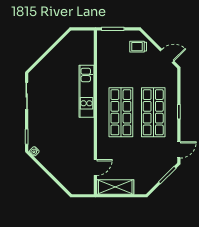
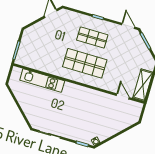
trolley: (138, 47) -> (37, 34), removed
kitchen unit: (86, 91) -> (42, 80), moved
shop shelf: (153, 112) -> (92, 38), width x0.70, depth x0.74

